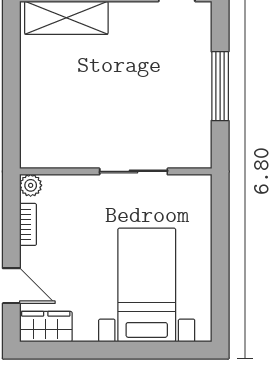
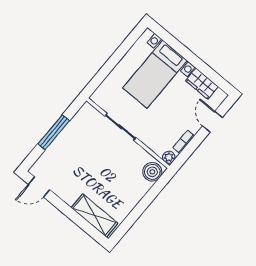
boiler: (37, 146) -> (152, 172), added
wardrobe: (46, 327) -> (202, 84), moved

